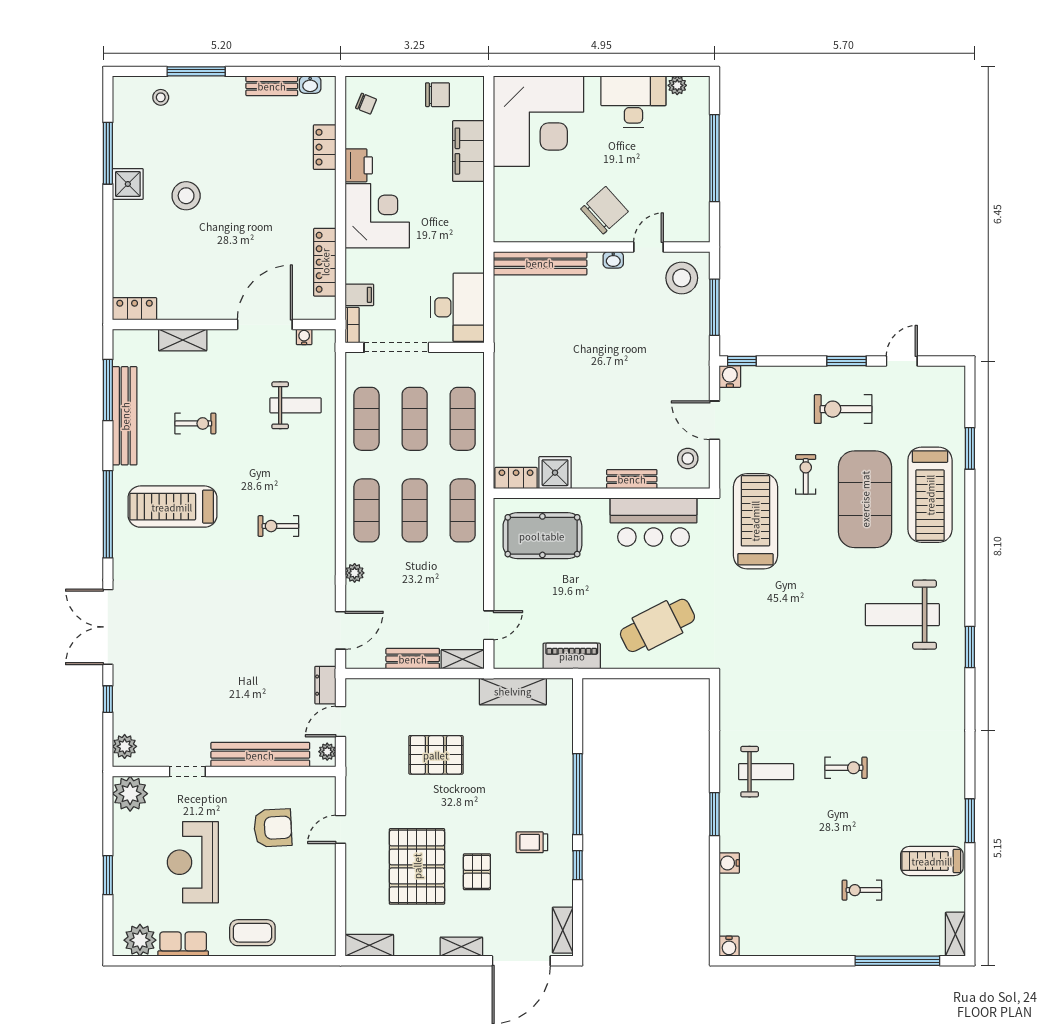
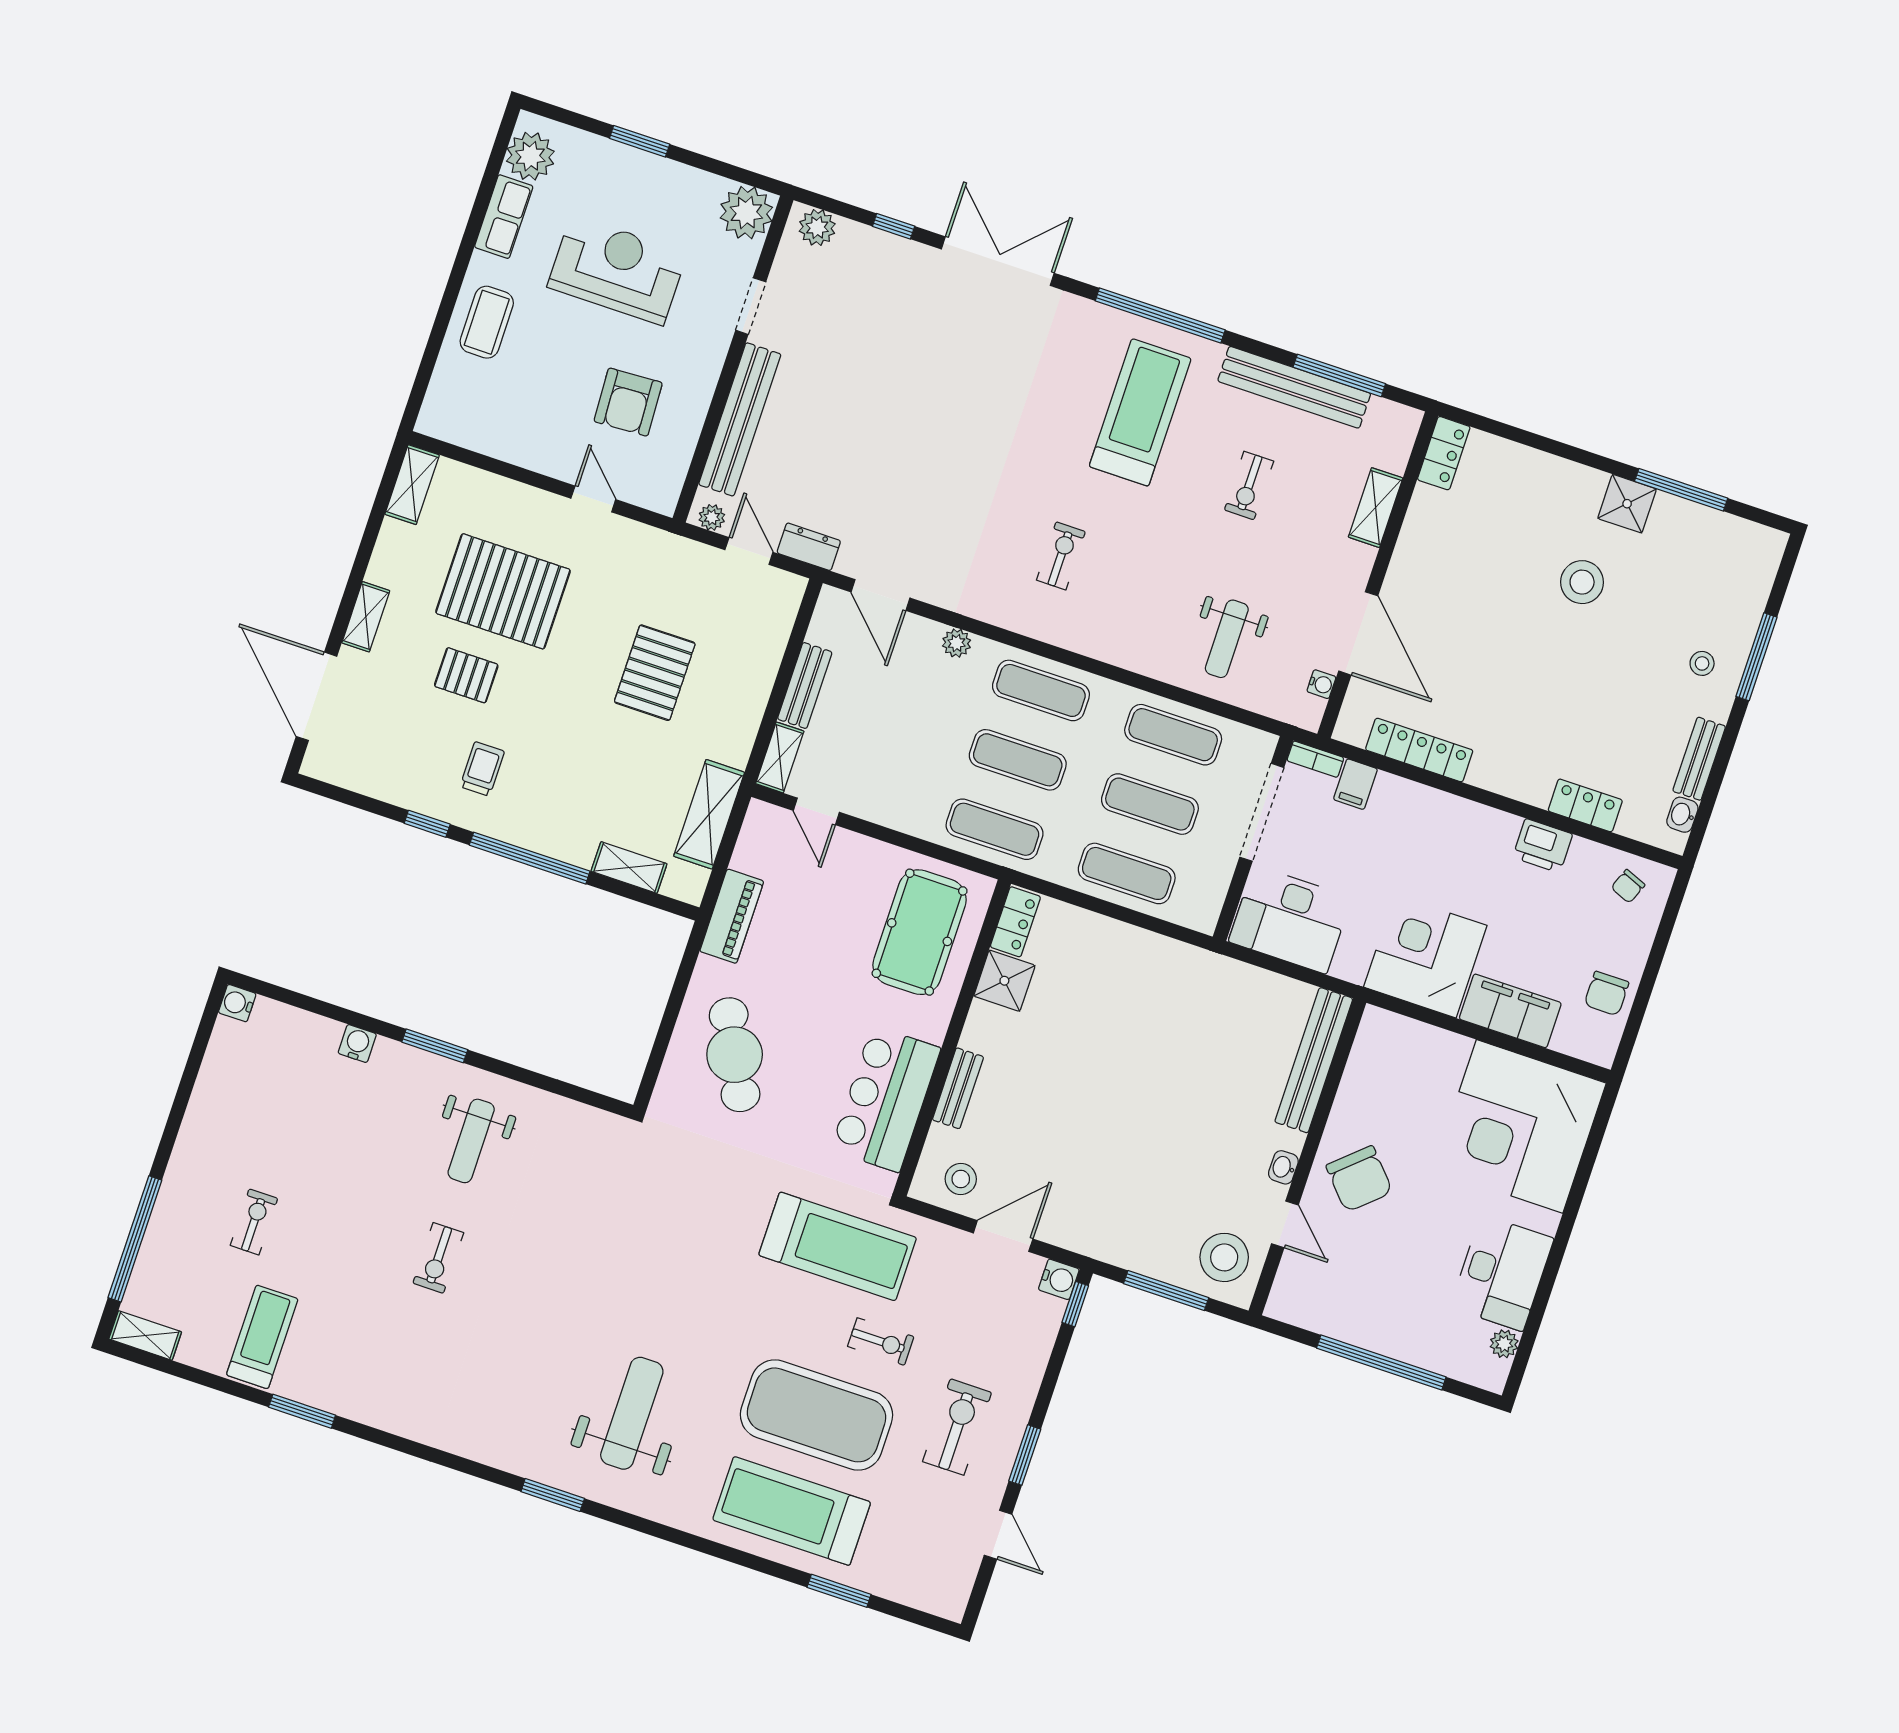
stool: (161, 97) -> (1702, 663), moved
corner desk: (377, 216) -> (1425, 956), moved, turned 180
shelving: (563, 930) -> (629, 867), moved

